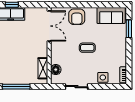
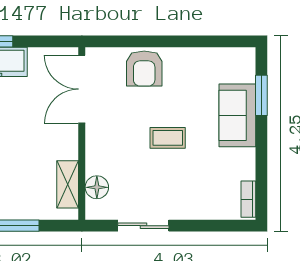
sofa: (111, 15) -> (237, 115), moved, turned 90
double door: (49, 26) -> (82, 89), swing flipped
side table: (103, 77) -> (203, 205), removed

